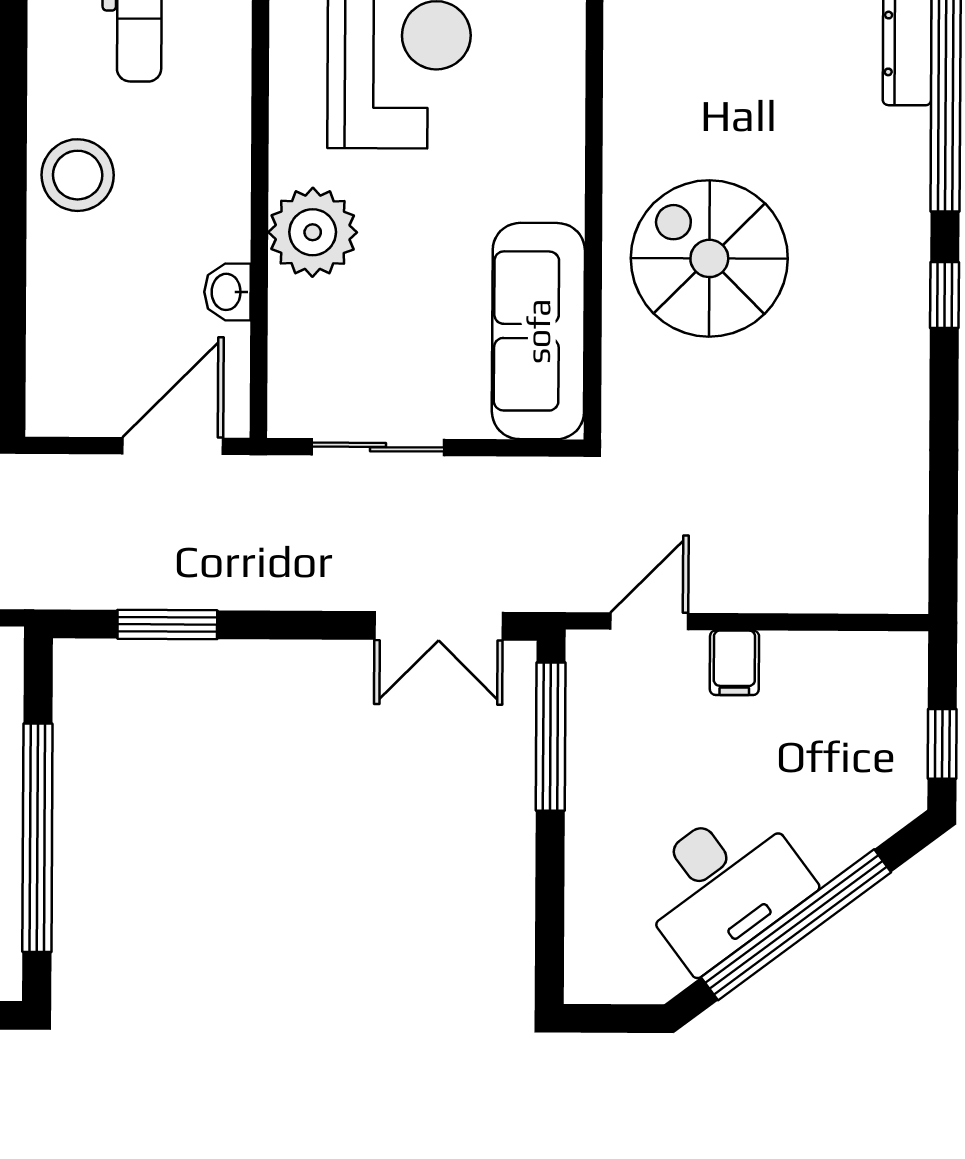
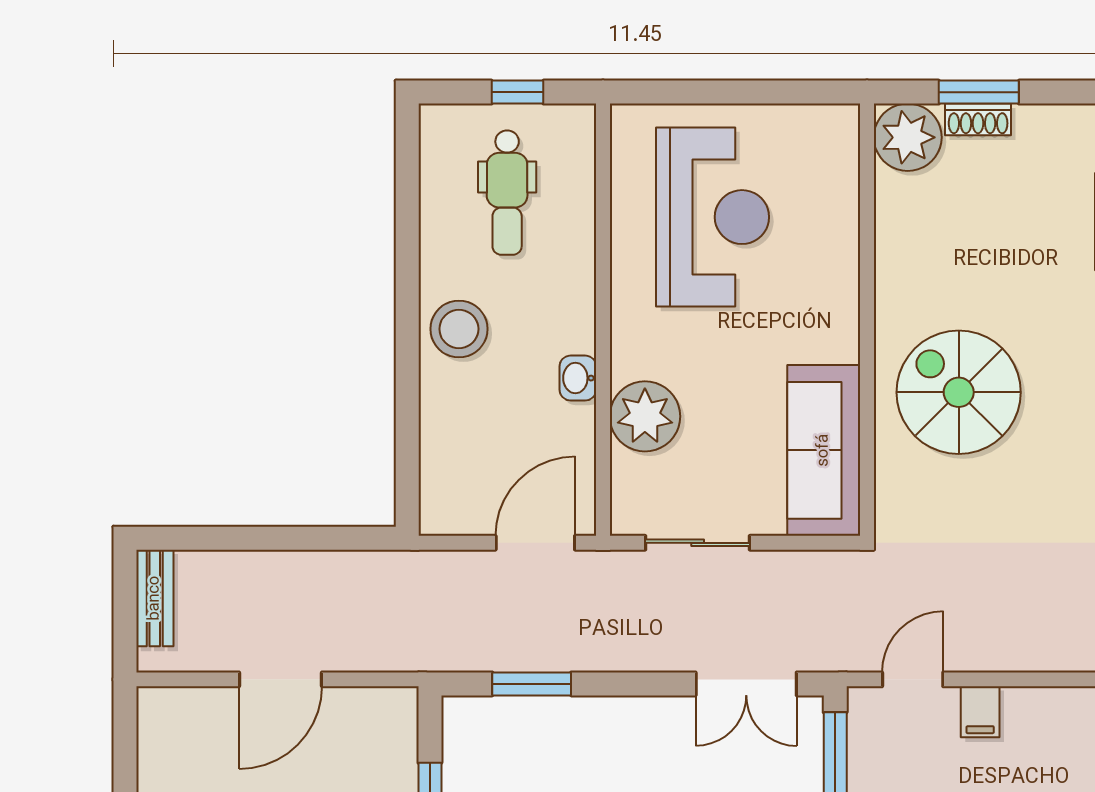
plant: (313, 232) -> (645, 416), moved
washbasin: (227, 292) -> (578, 378), moved

